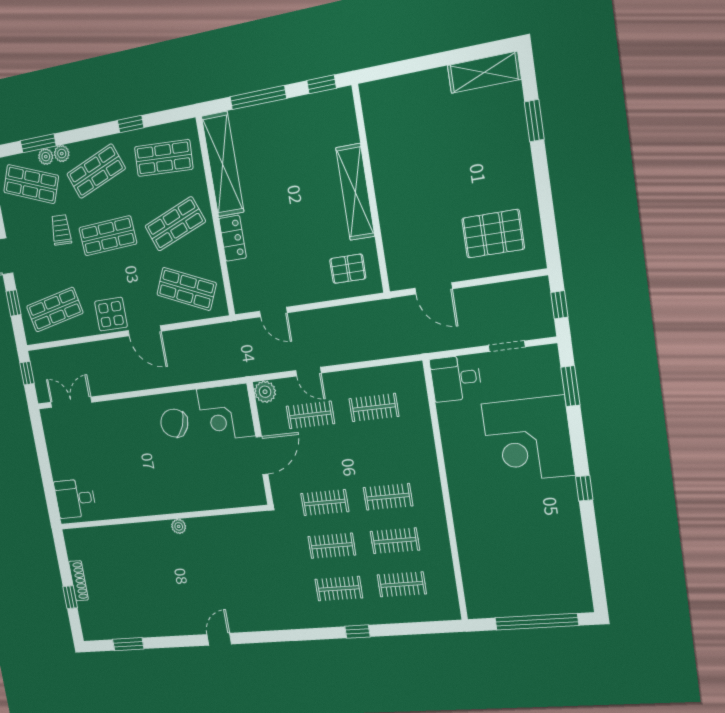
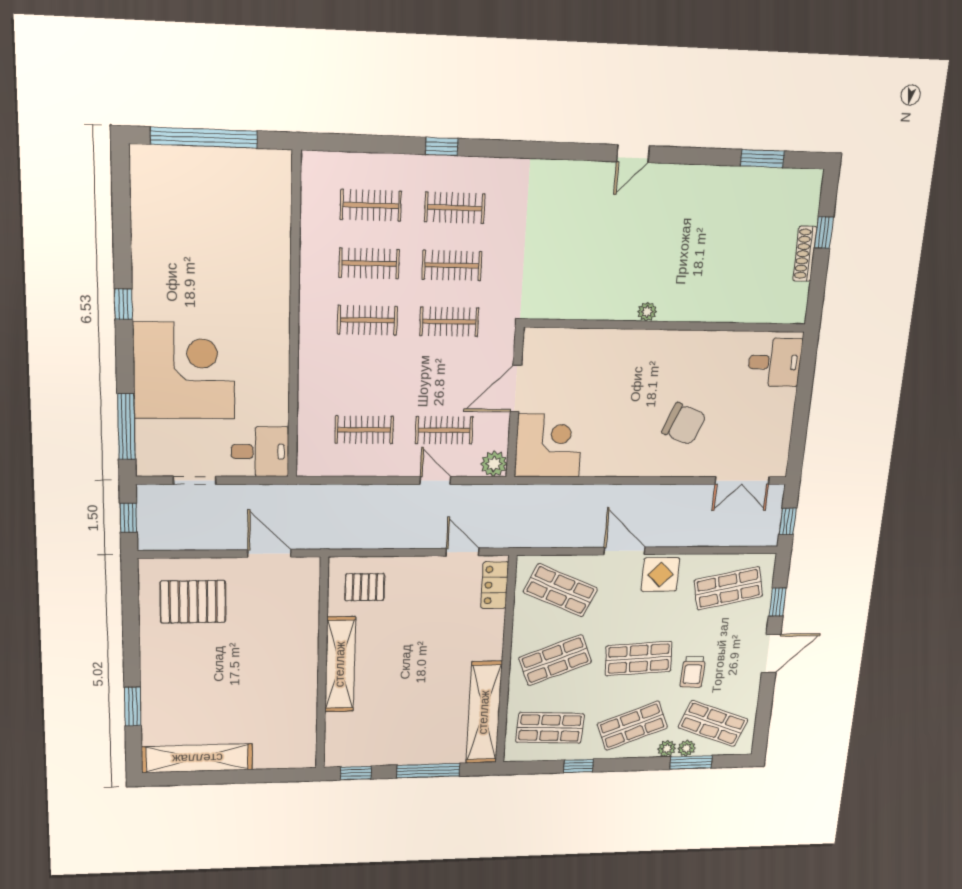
shelving: (484, 72) -> (197, 758), width x1.47
locker: (233, 238) -> (495, 585), moved
window: (570, 386) -> (126, 427), width x1.44
chair: (174, 423) -> (684, 424), moved

